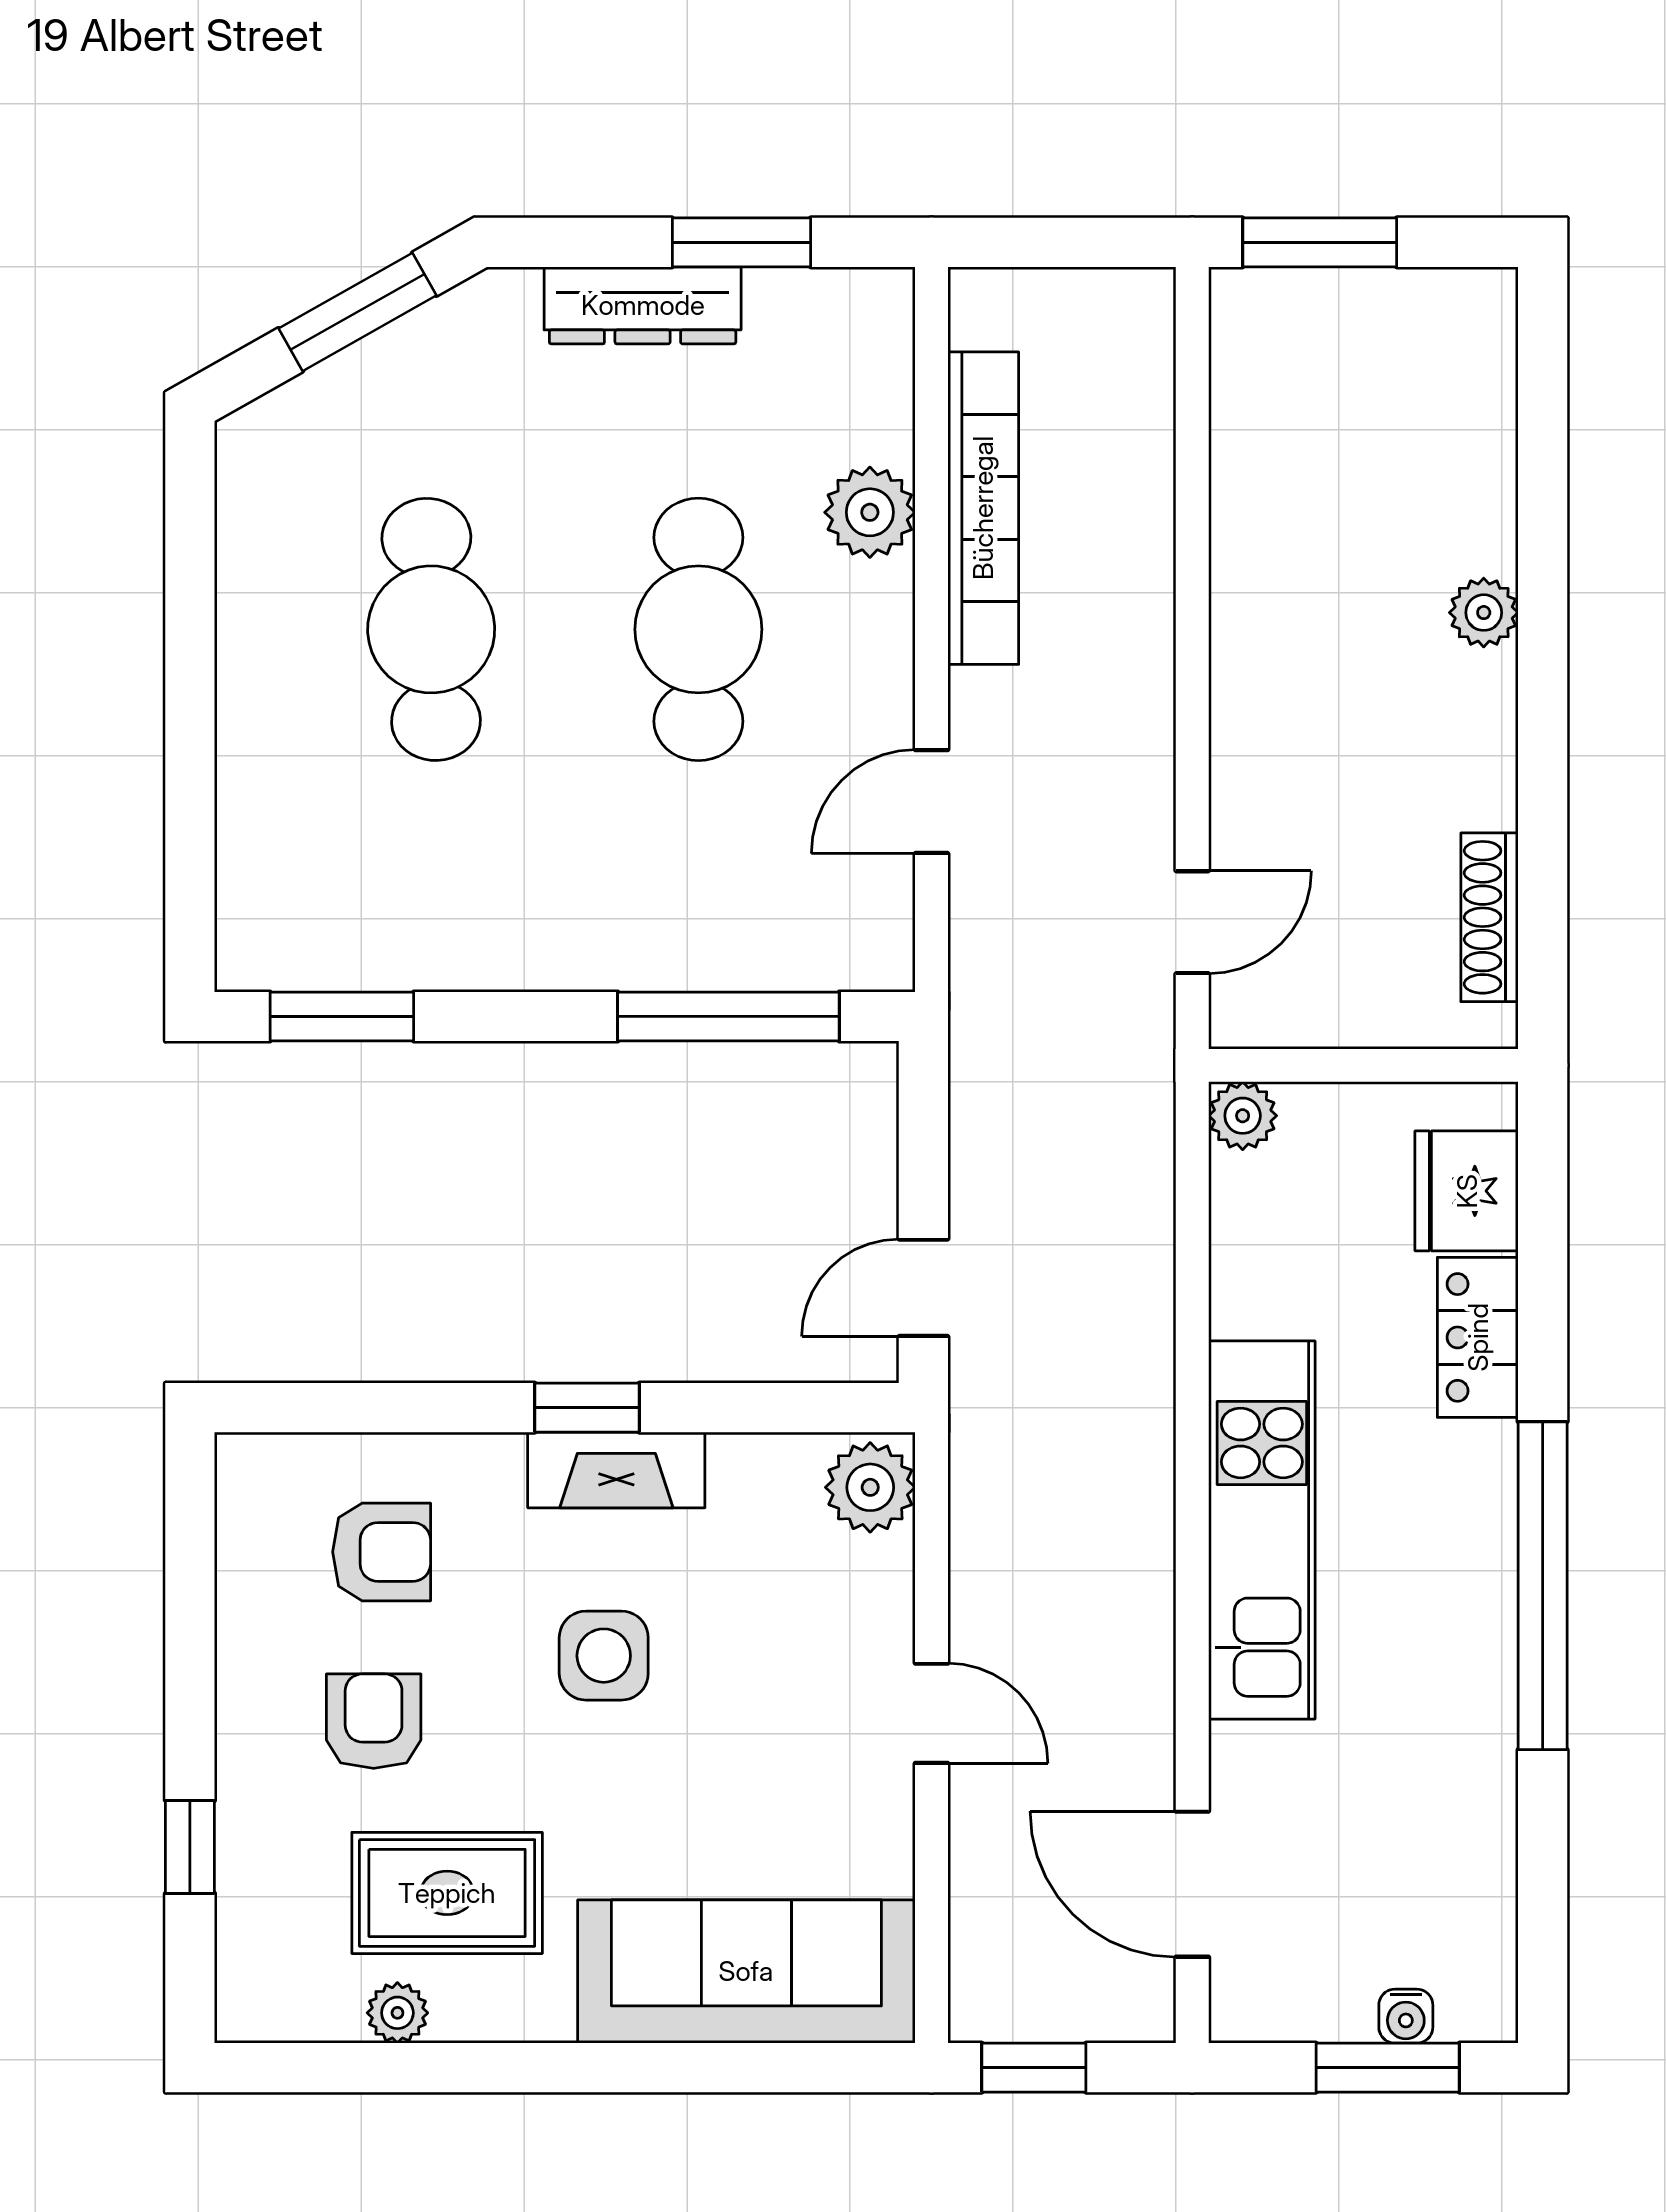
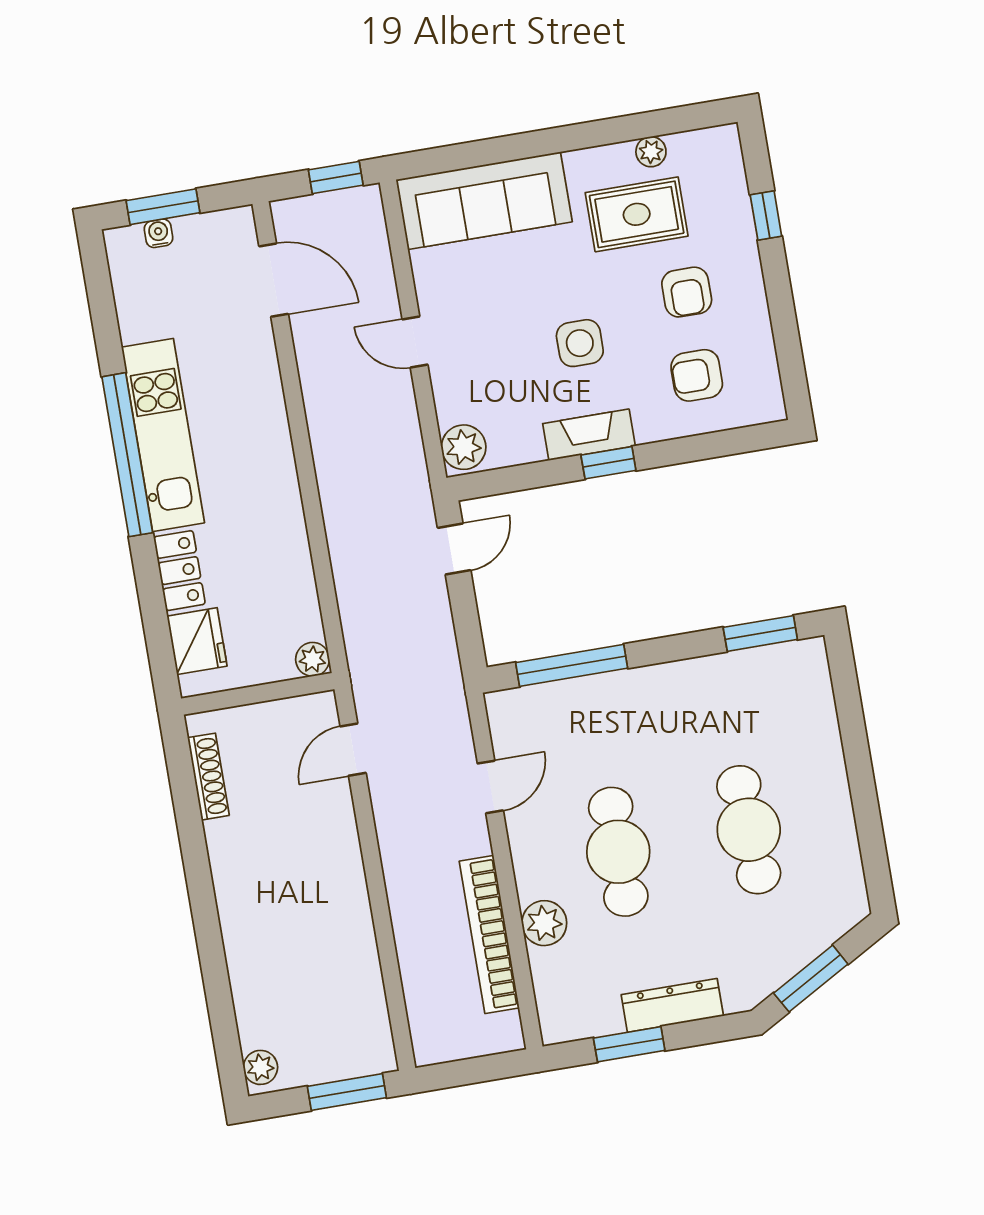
plant: (1484, 613) -> (260, 1067), moved
kitchen unit: (1262, 1530) -> (163, 435), moved, turned 180

